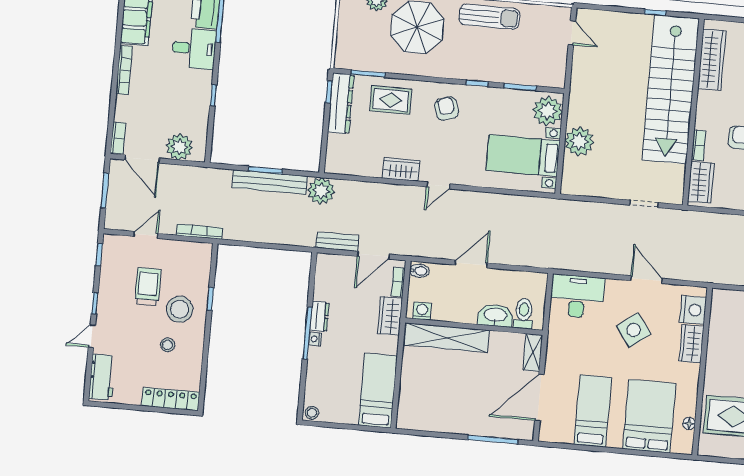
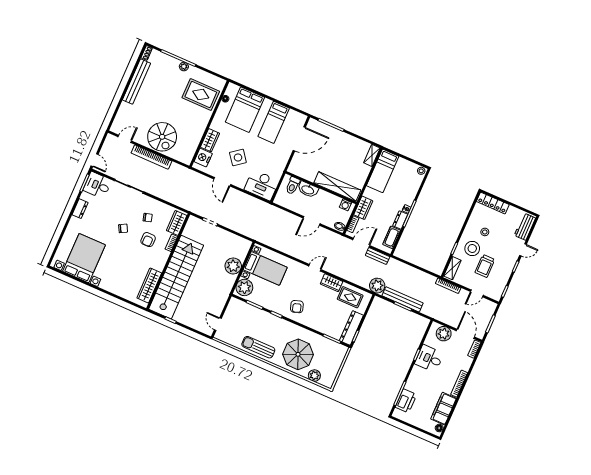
desk: (194, 49) -> (429, 359), moved
rug: (391, 100) -> (350, 297), moved
shelving: (202, 264) -> (452, 268), added
cot: (324, 282) -> (392, 237), added
shelving: (533, 353) -> (372, 155), moved

